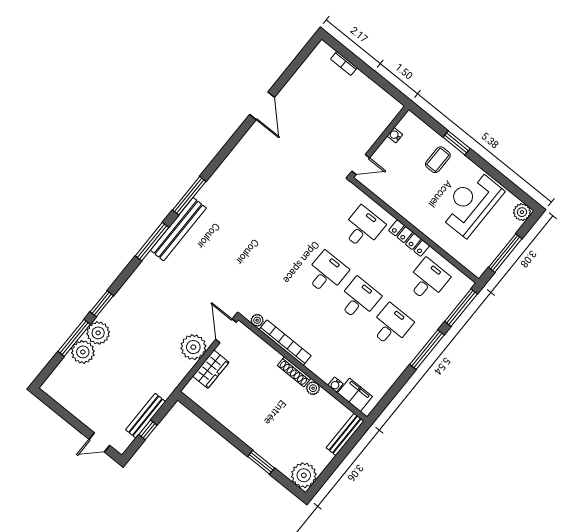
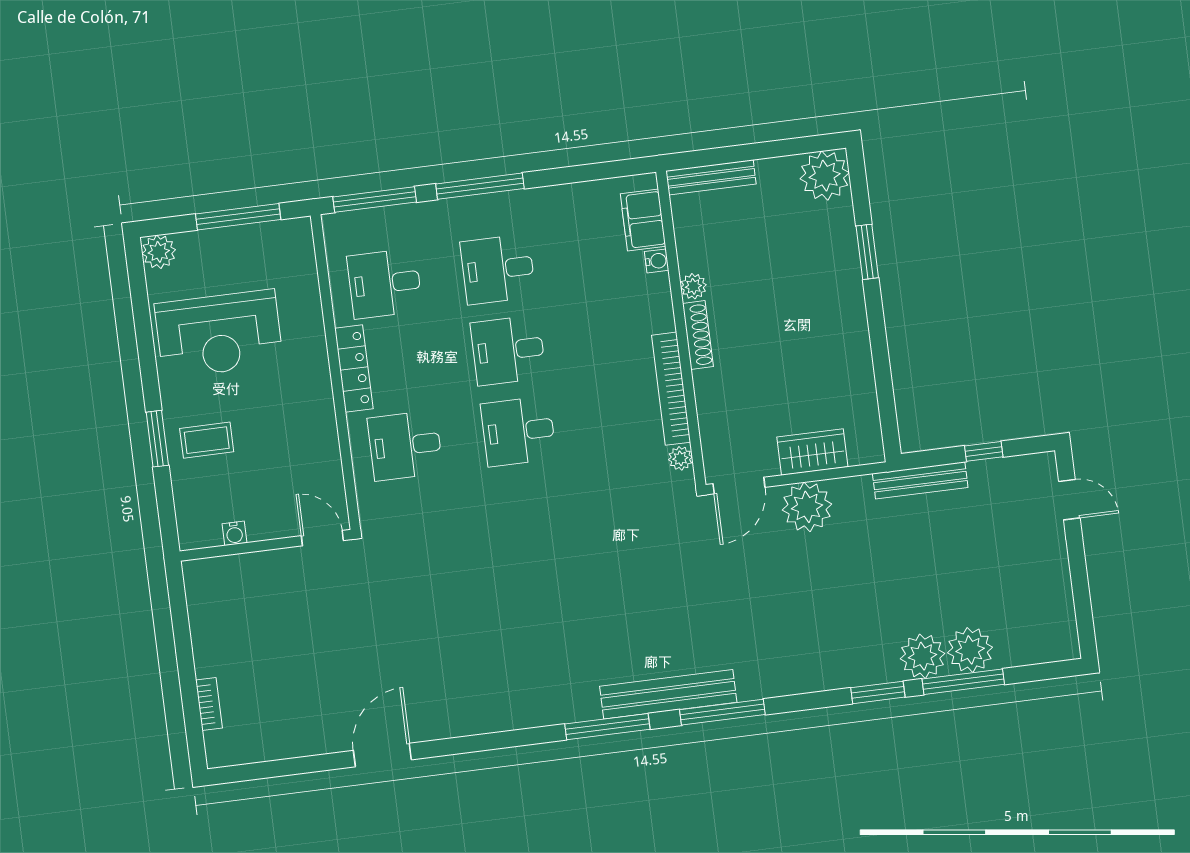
bench: (146, 416) -> (920, 480), moved

